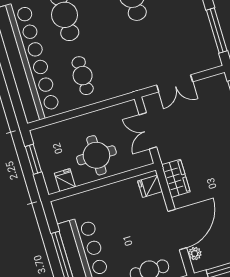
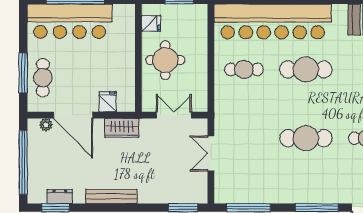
fridge: (150, 186) -> (108, 102), moved

